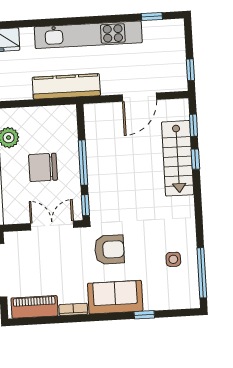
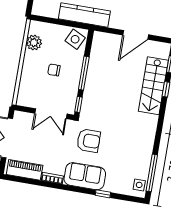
side table: (61, 121) -> (75, 39), added
chair: (43, 167) -> (54, 70), width x0.54, depth x0.54
double door: (52, 225) -> (51, 114), swing flipped
side table: (173, 259) -> (139, 185), moved

